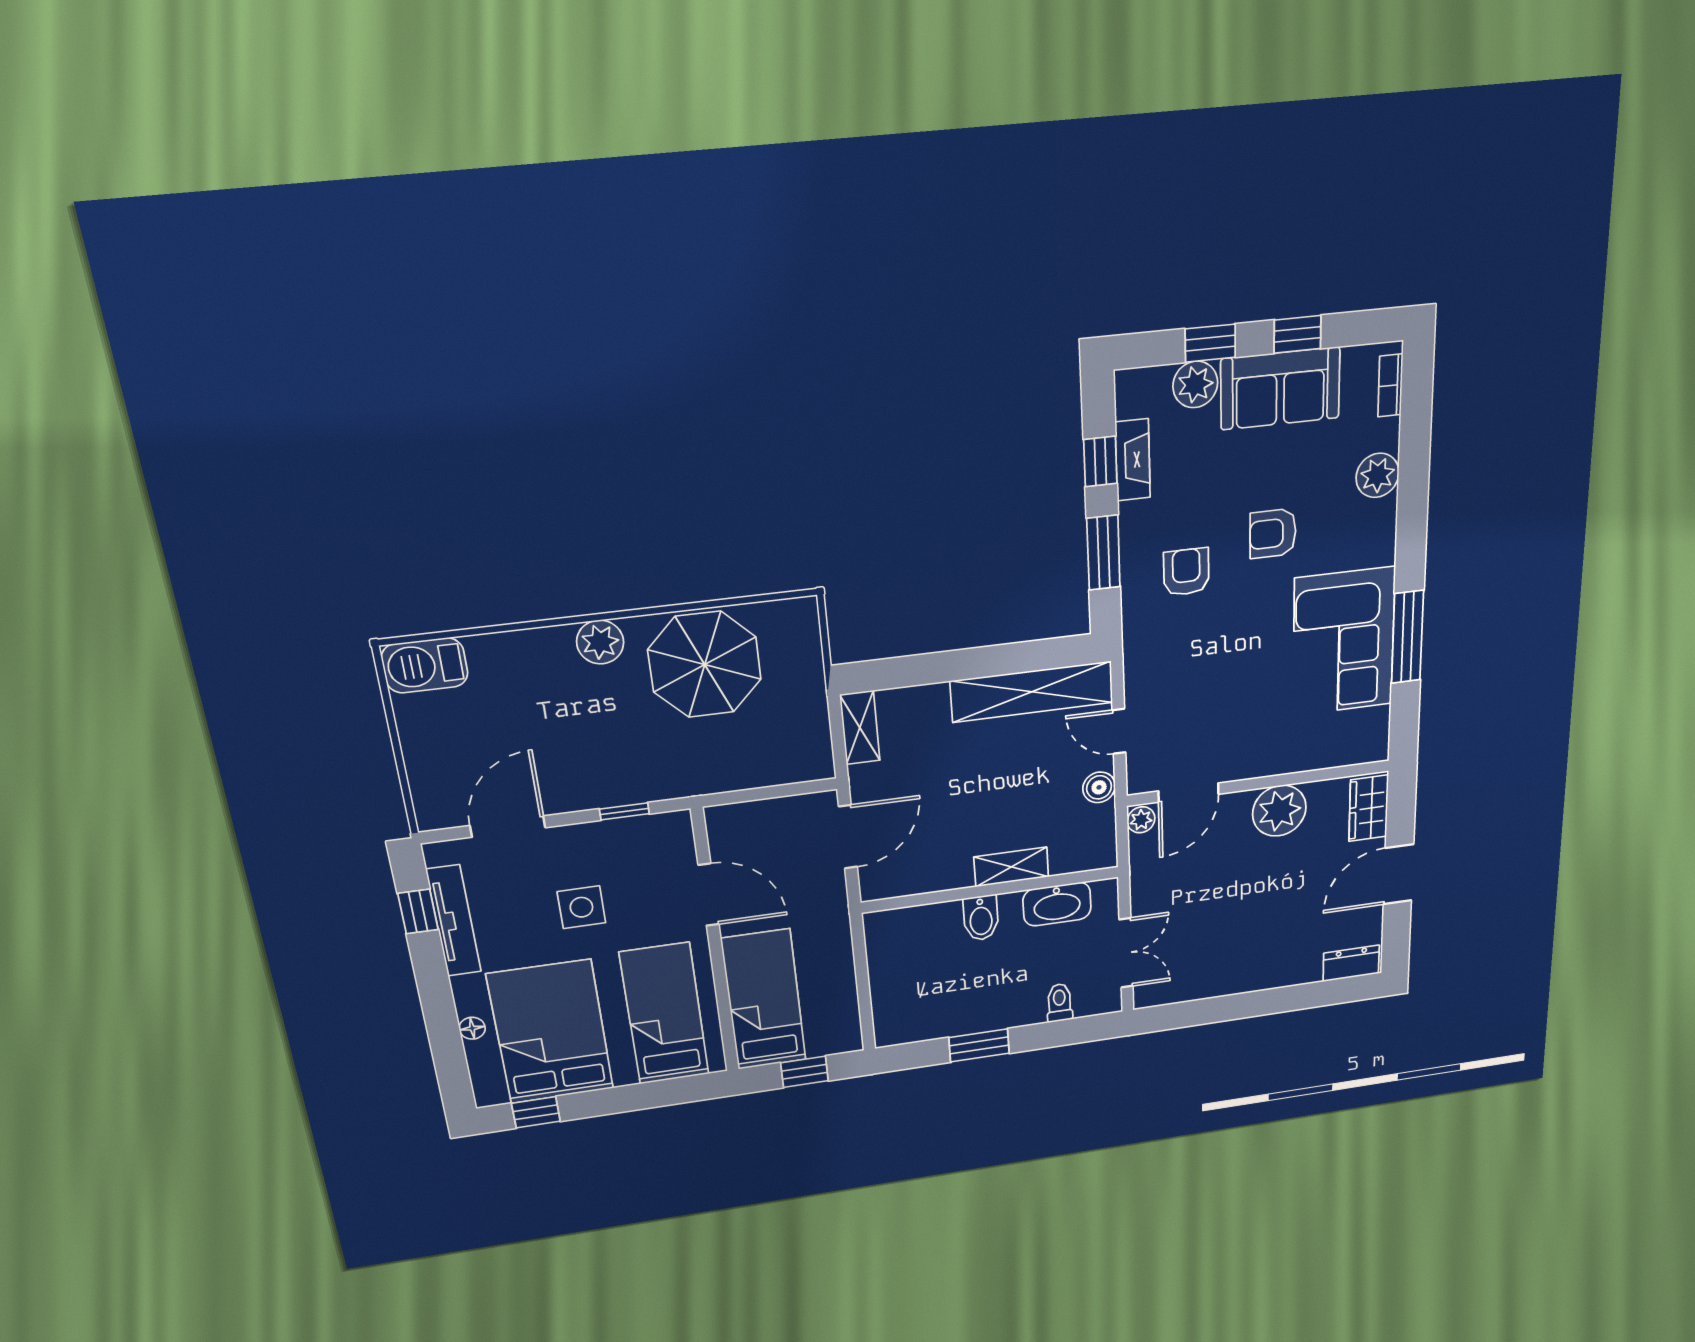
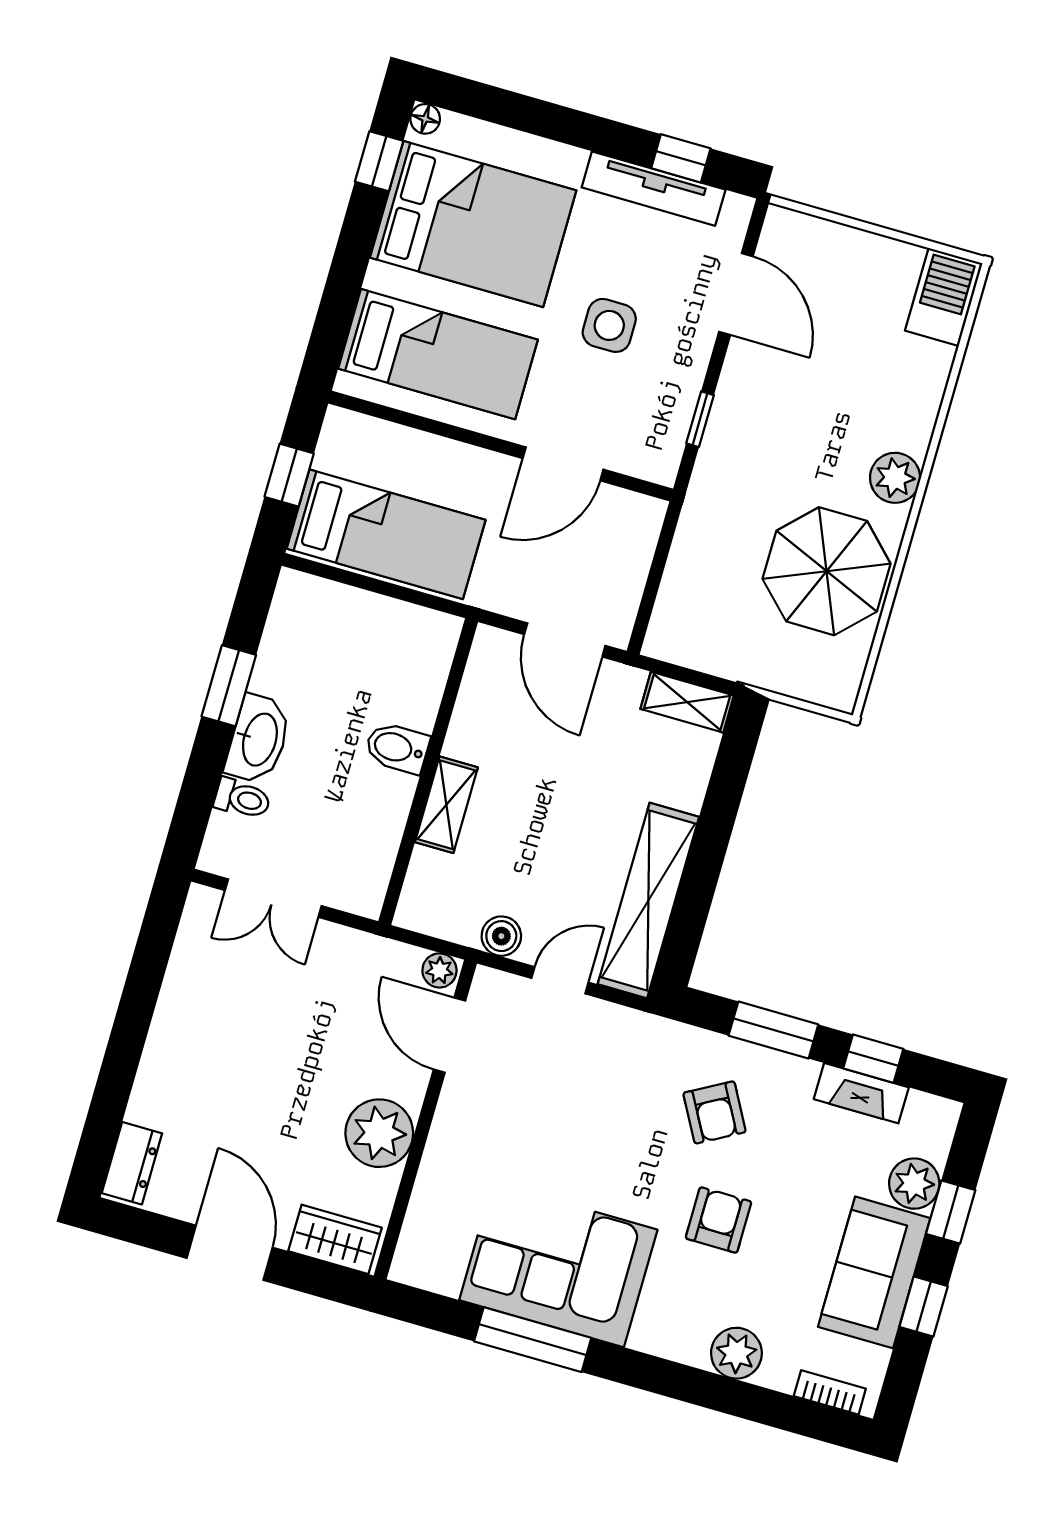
armchair: (1186, 572) -> (715, 1112), turned 61
washbasin: (1057, 904) -> (258, 739), moved, turned 180
bed: (764, 1000) -> (386, 534), moved
floor lamp: (472, 1028) -> (425, 119), moved

